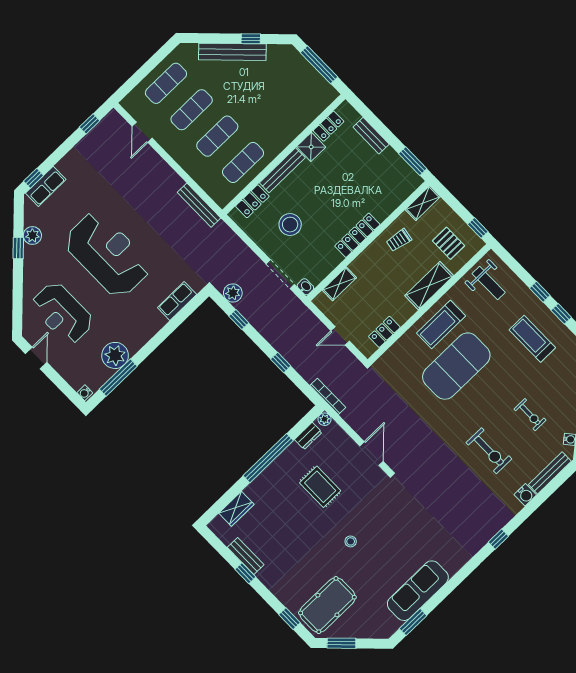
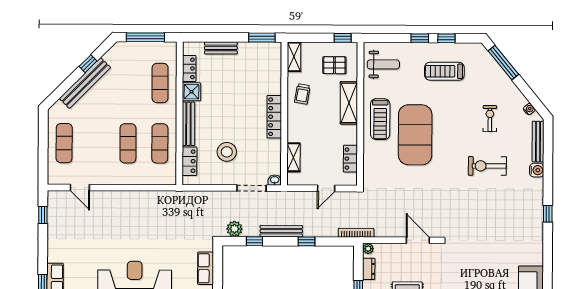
exercise mat: (192, 110) -> (160, 83), moved
bench: (199, 205) -> (281, 231), moved
exercise bike: (530, 415) -> (490, 119), turned -90
exercise bike: (489, 451) -> (487, 166), turned 180

